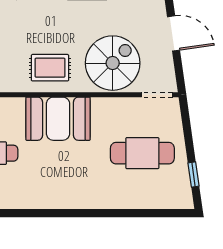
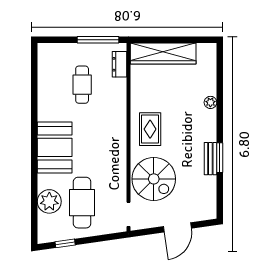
booth: (58, 119) -> (55, 147), moved
plant: (141, 194) -> (49, 201), added

